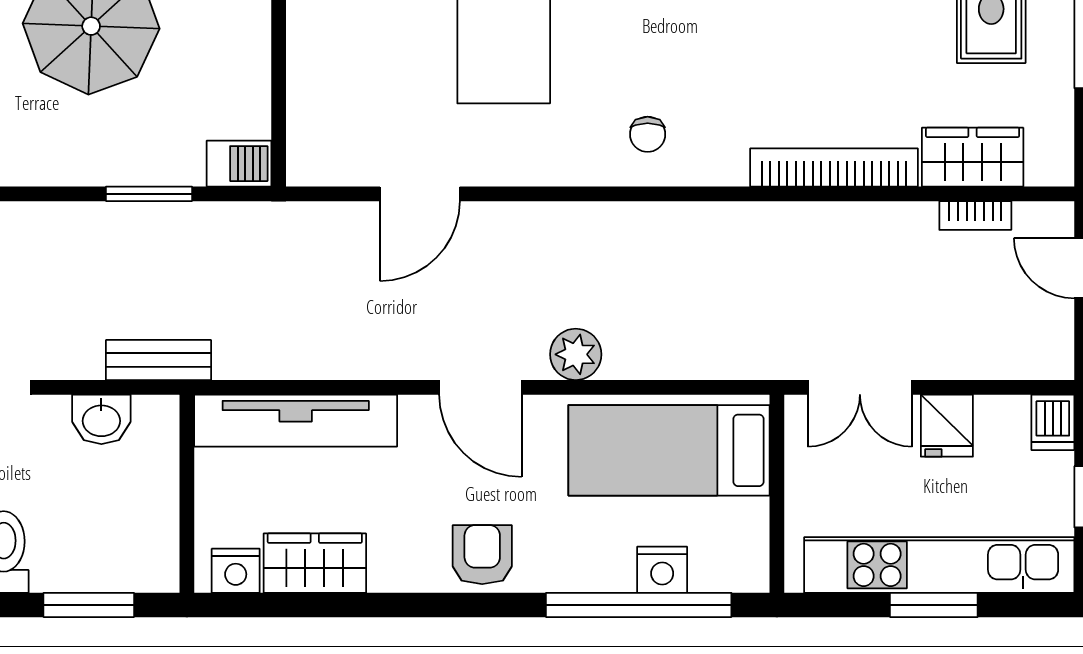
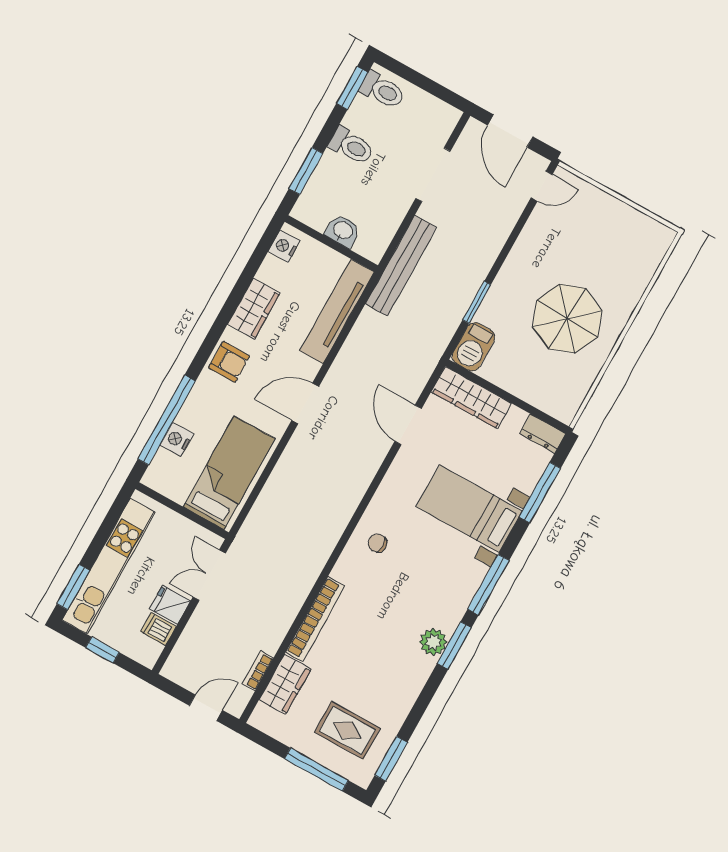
wardrobe: (314, 113) -> (471, 398), added
barbecue: (239, 164) -> (473, 347), width x1.38, depth x1.27
plant: (576, 354) -> (296, 455), removed
bench: (158, 360) -> (401, 266), width x1.86, depth x1.21
washbasin: (101, 419) -> (343, 231), moved, turned 90
dishwasher: (1053, 422) -> (158, 629), moved
wardrobe: (315, 563) -> (254, 309), moved
window: (934, 605) -> (73, 587), moved

